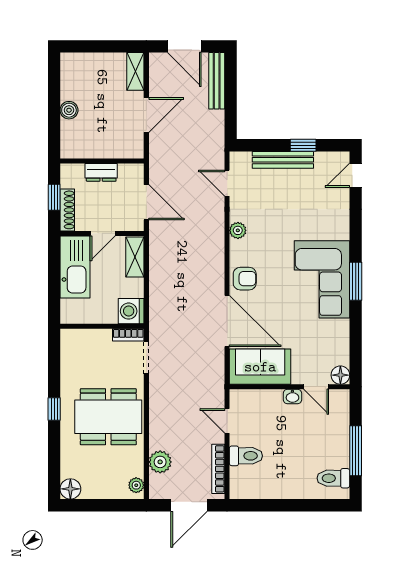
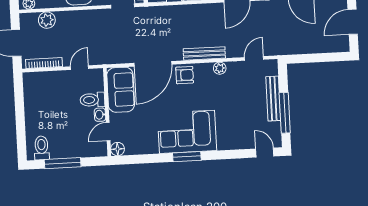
bench: (217, 81) -> (204, 53), moved
window: (303, 145) -> (285, 113), width x2.17
armchair: (245, 279) -> (185, 75), turned -90
toilet: (246, 456) -> (92, 100), moved, turned 90

